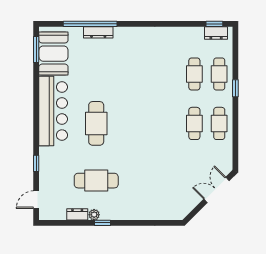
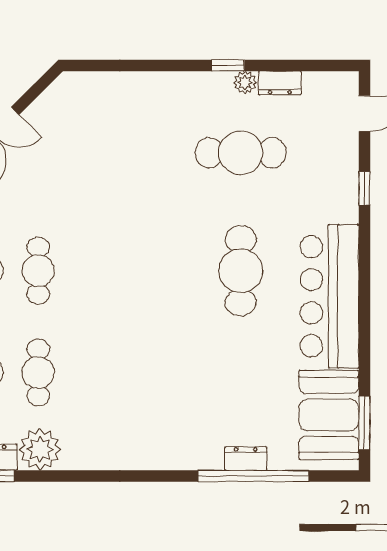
dresser: (98, 32) -> (246, 459), width x0.70
plant: (193, 37) -> (40, 449), added

